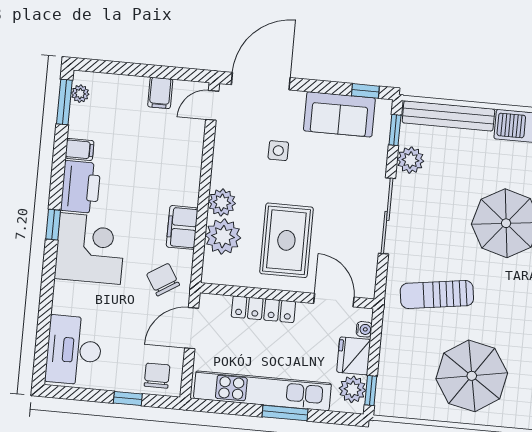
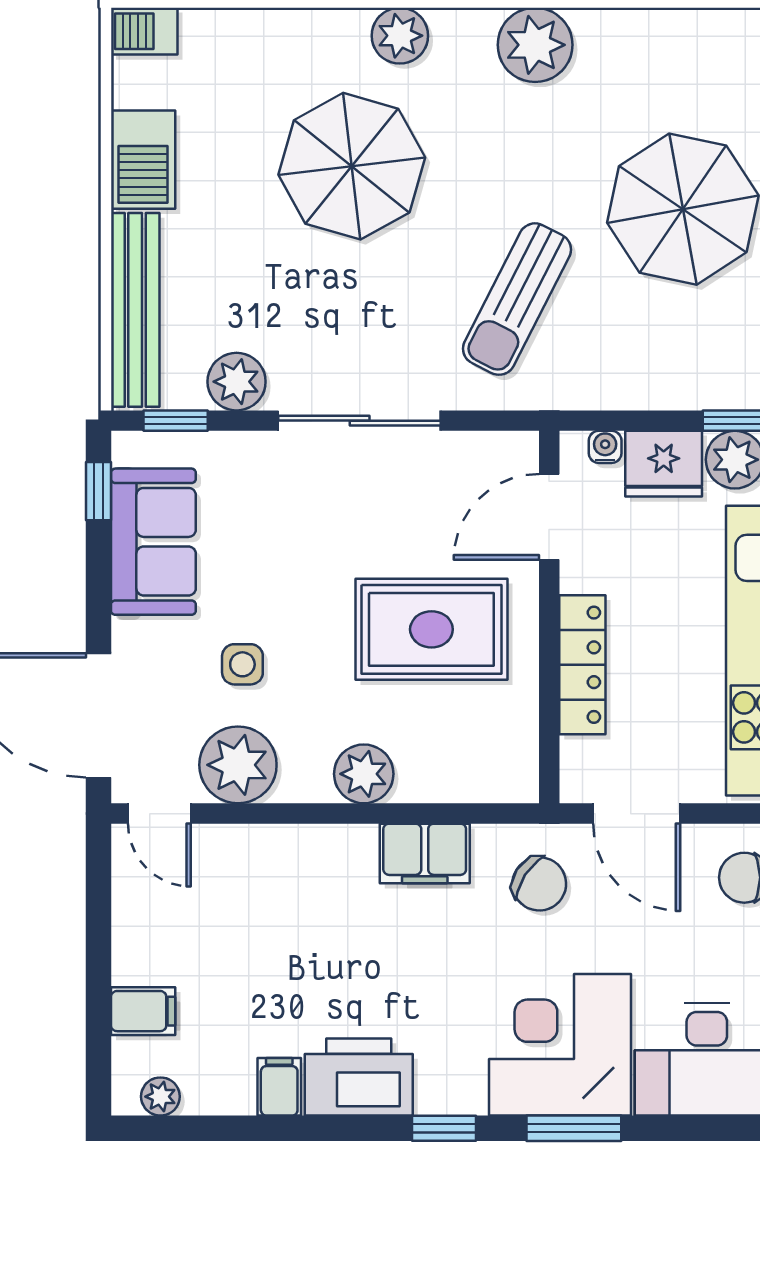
filing cabinet: (160, 93) -> (143, 1011), moved
window: (64, 102) -> (574, 1128), moved
plant: (223, 237) -> (238, 765), moved
corner desk: (90, 249) -> (560, 1045), moved
chair: (163, 280) -> (539, 884), turned -115
sun lounger: (437, 295) -> (517, 299), turned 35

